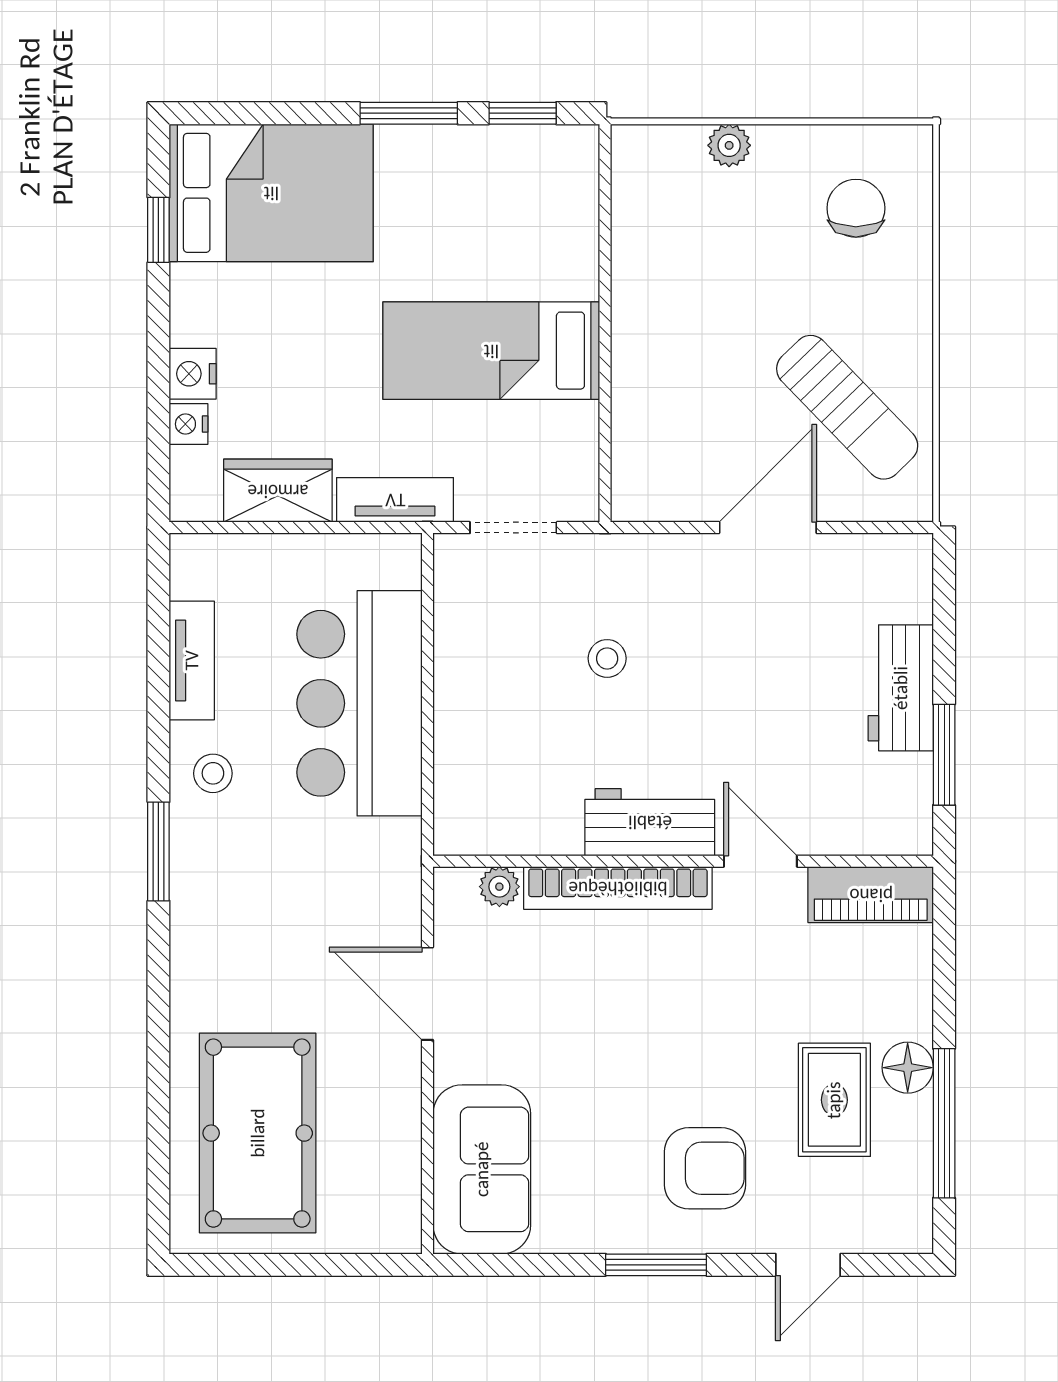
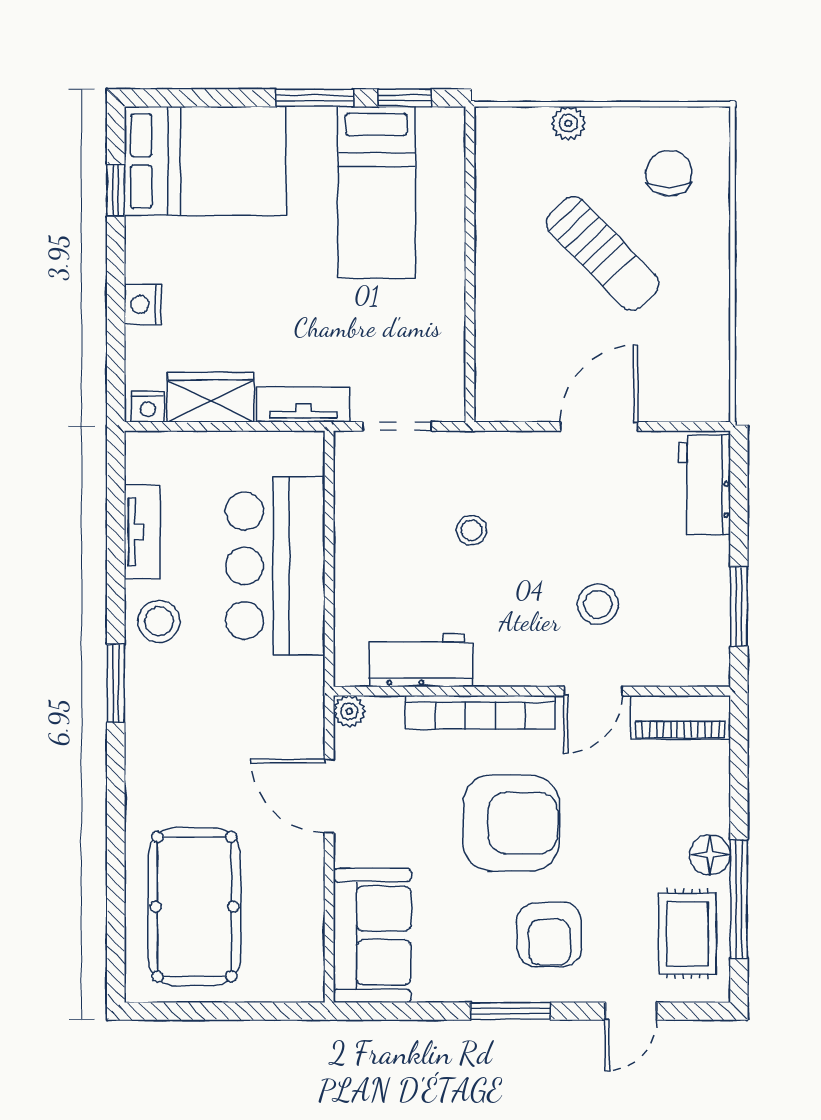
bed: (491, 351) -> (376, 192), moved, turned -90
sun lounger: (847, 407) -> (603, 254), moved
nightstand: (189, 424) -> (148, 407), moved, turned -90
workbench: (901, 688) -> (704, 485), moved
stool: (766, 752) -> (598, 604), added
stool: (213, 773) -> (159, 621), width x1.37, depth x1.37
workbench: (650, 822) -> (421, 660), moved
door: (760, 861) -> (593, 691), swing flipped
plant: (499, 887) -> (349, 711), moved
armchair: (657, 1028) -> (511, 823), added
rug: (834, 1100) -> (687, 934), moved
armchair: (705, 1168) -> (549, 935), turned 88

